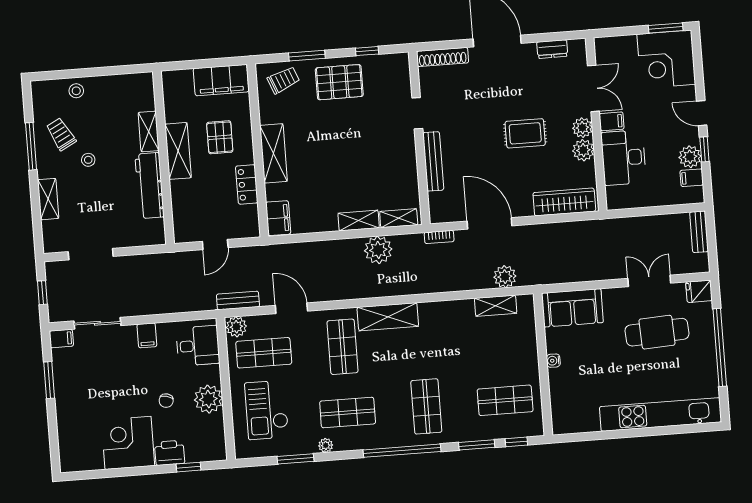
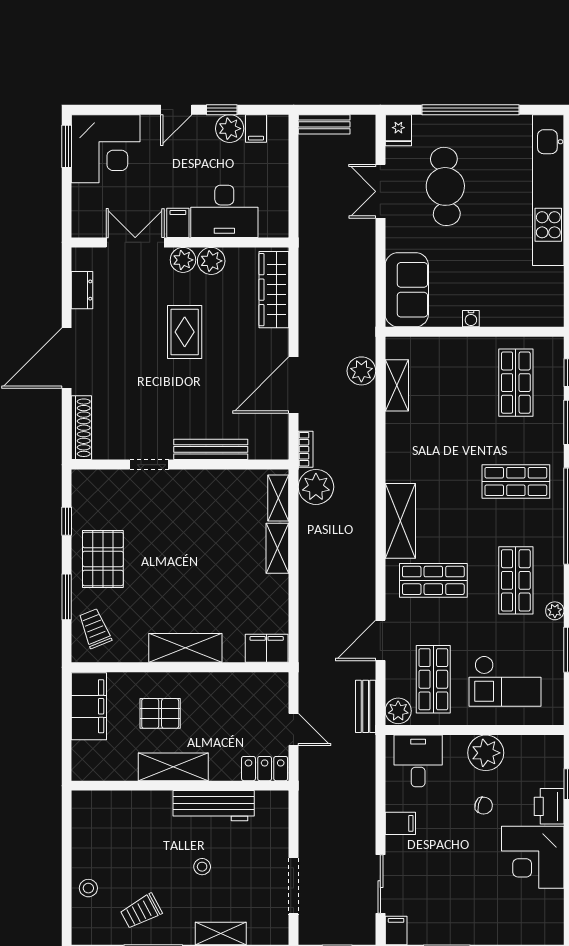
shelving: (149, 132) -> (146, 802), removed
stool: (88, 160) -> (202, 867), moved
locker: (247, 184) -> (265, 769), moved, turned 180
plant: (378, 250) -> (316, 487), moved

